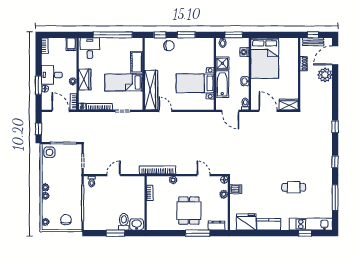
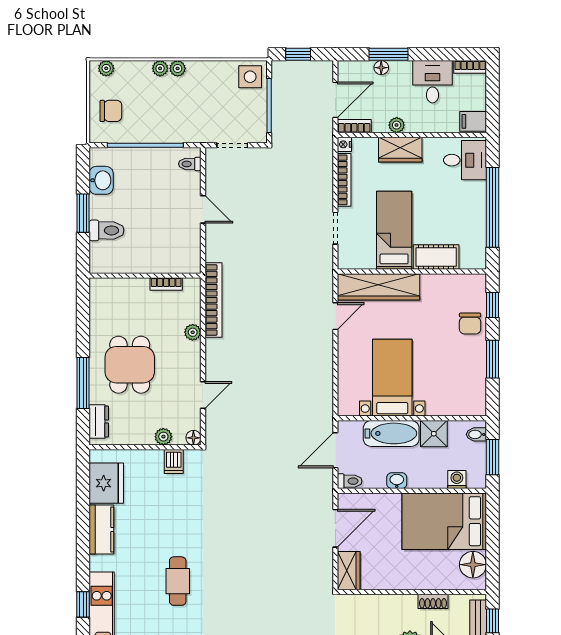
floor lamp: (286, 44) -> (473, 565), added
desk: (52, 75) -> (432, 82), moved
dining table: (189, 211) -> (130, 365), turned 90
washbasin: (137, 224) -> (101, 180), moved

